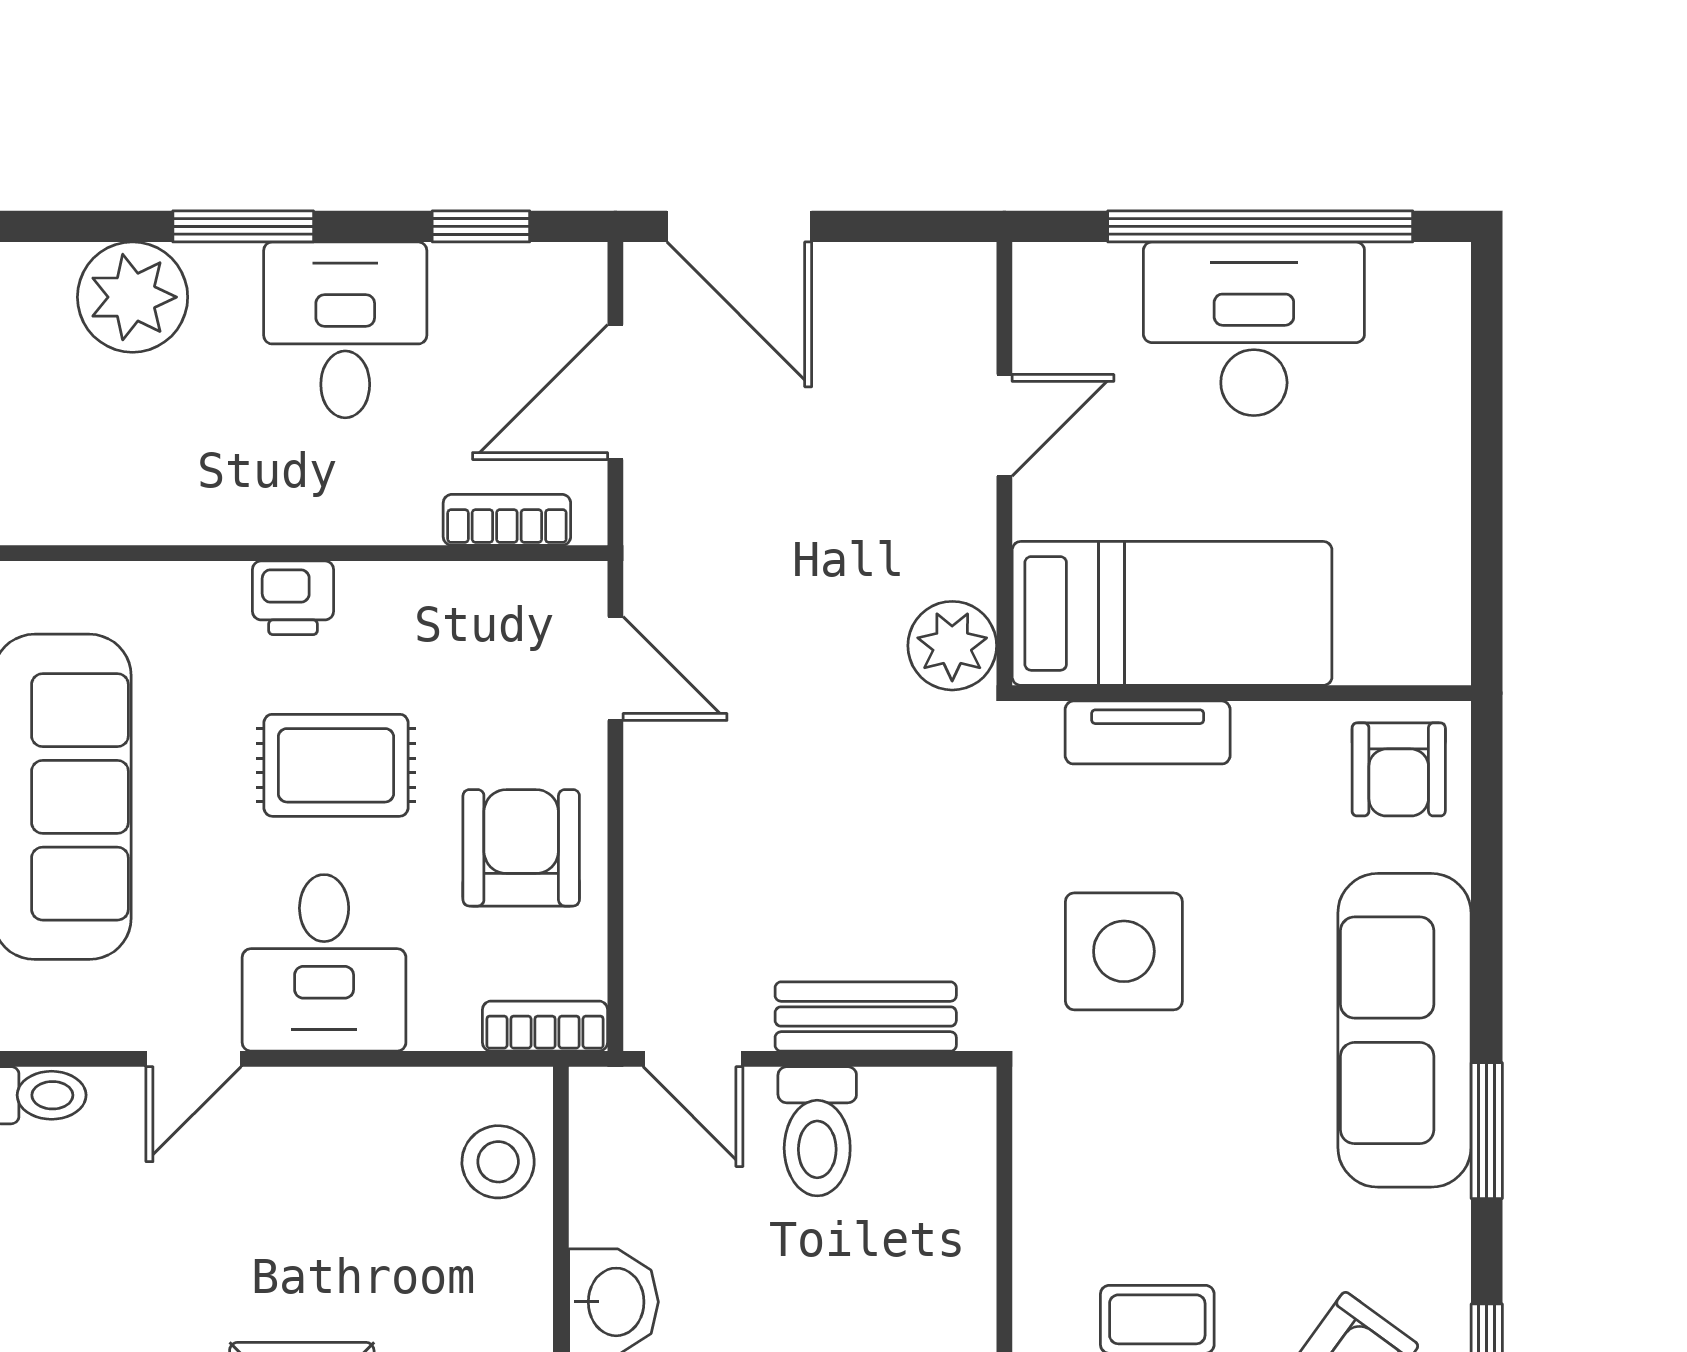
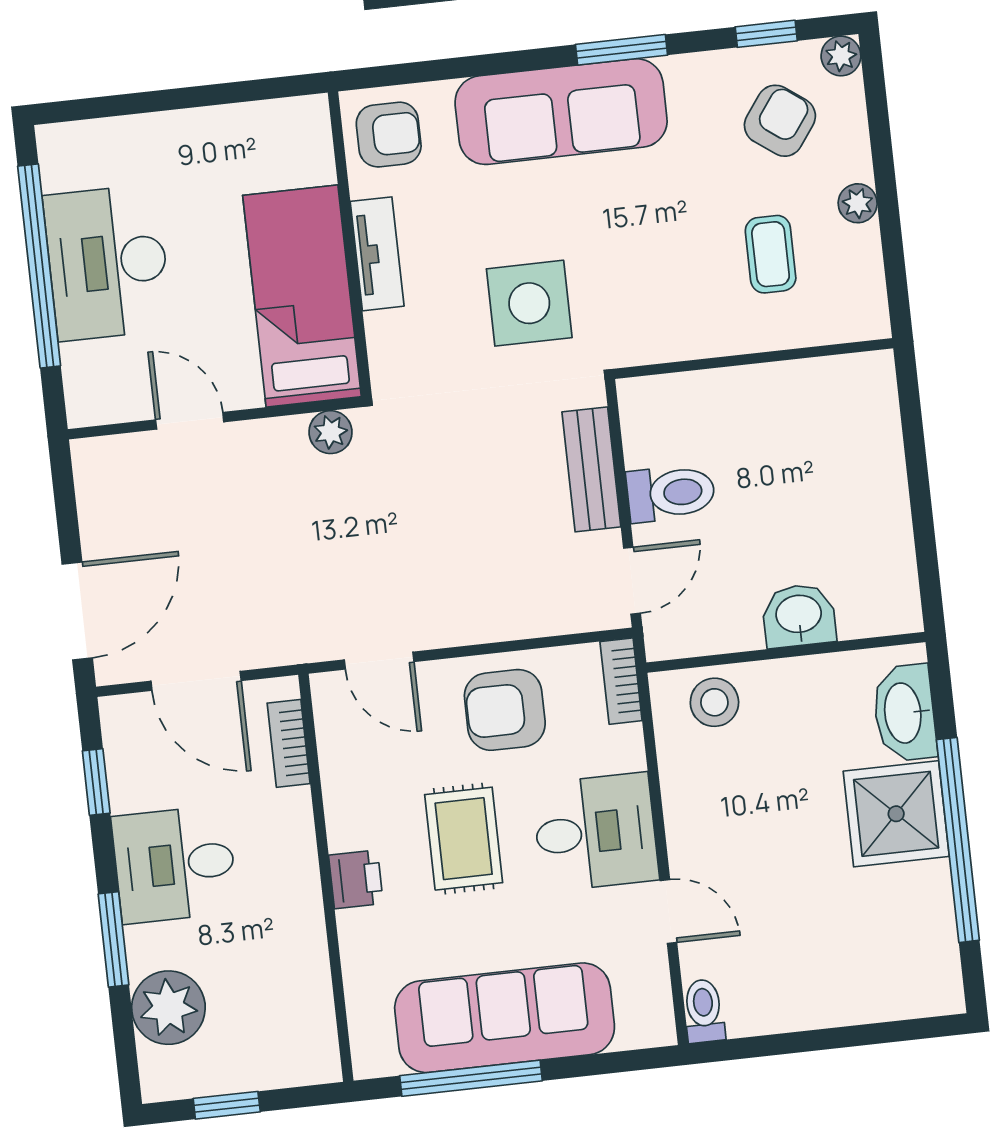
plant: (952, 646) -> (330, 432), width x0.73, depth x0.73
door: (615, 669) -> (379, 661), swing flipped
tv unit: (1148, 732) -> (377, 254), moved

